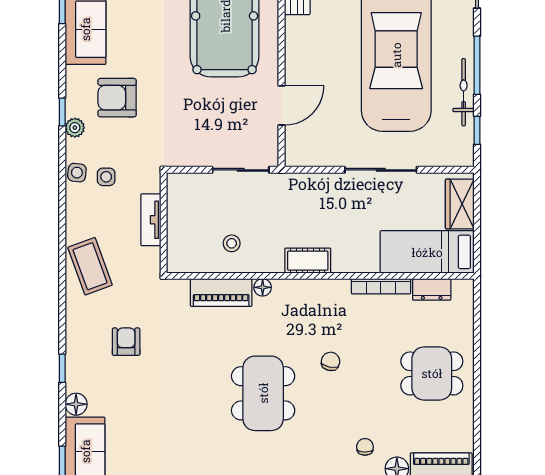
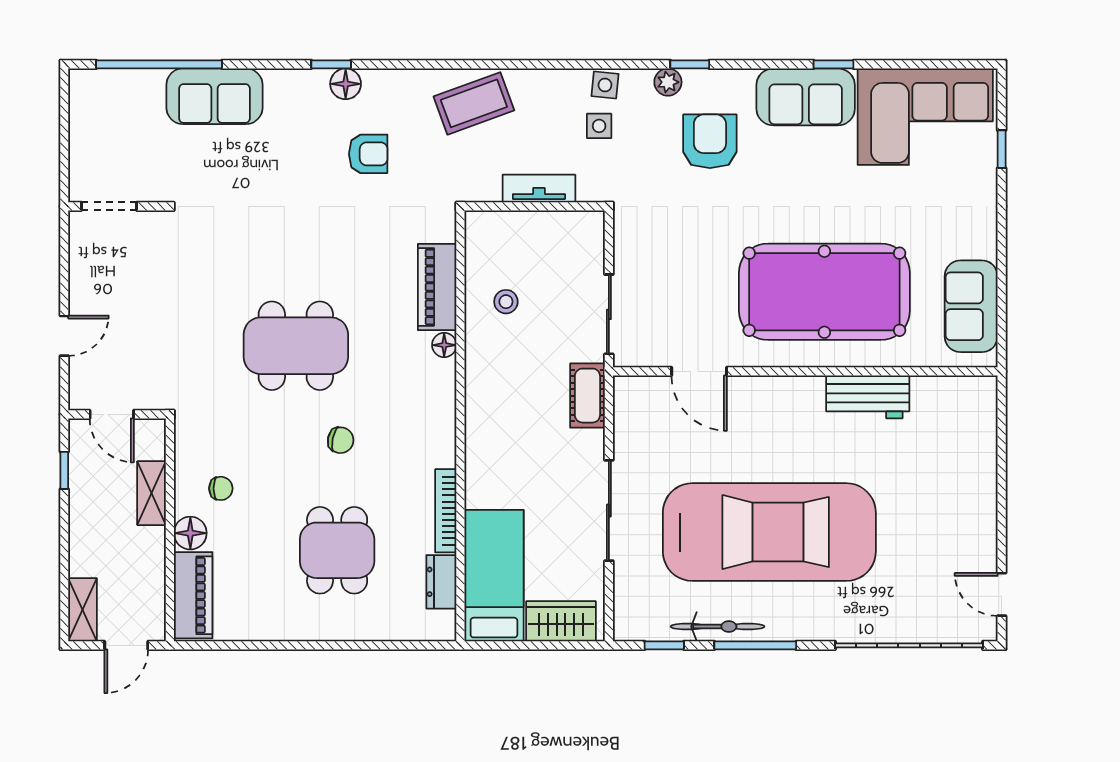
cot: (308, 261) -> (587, 396), moved
dining table: (432, 373) -> (337, 550), moved
floor lamp: (76, 404) -> (346, 84), moved

